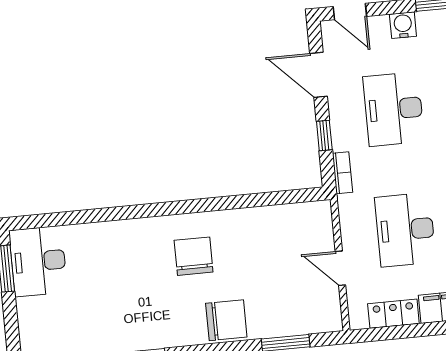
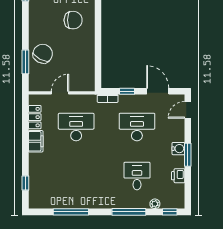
water cooler: (403, 25) -> (178, 149), moved
door: (318, 75) -> (158, 91), hinge flipped
chair: (226, 320) -> (43, 54), moved, turned -152

